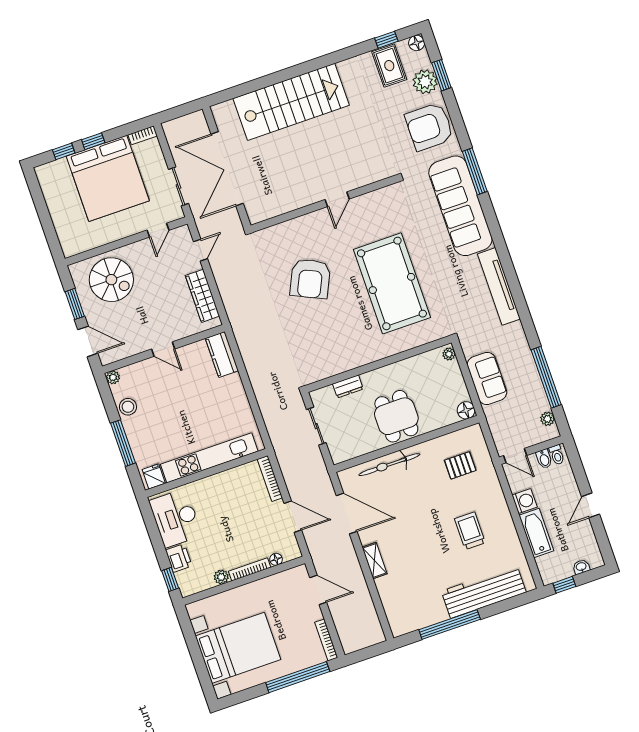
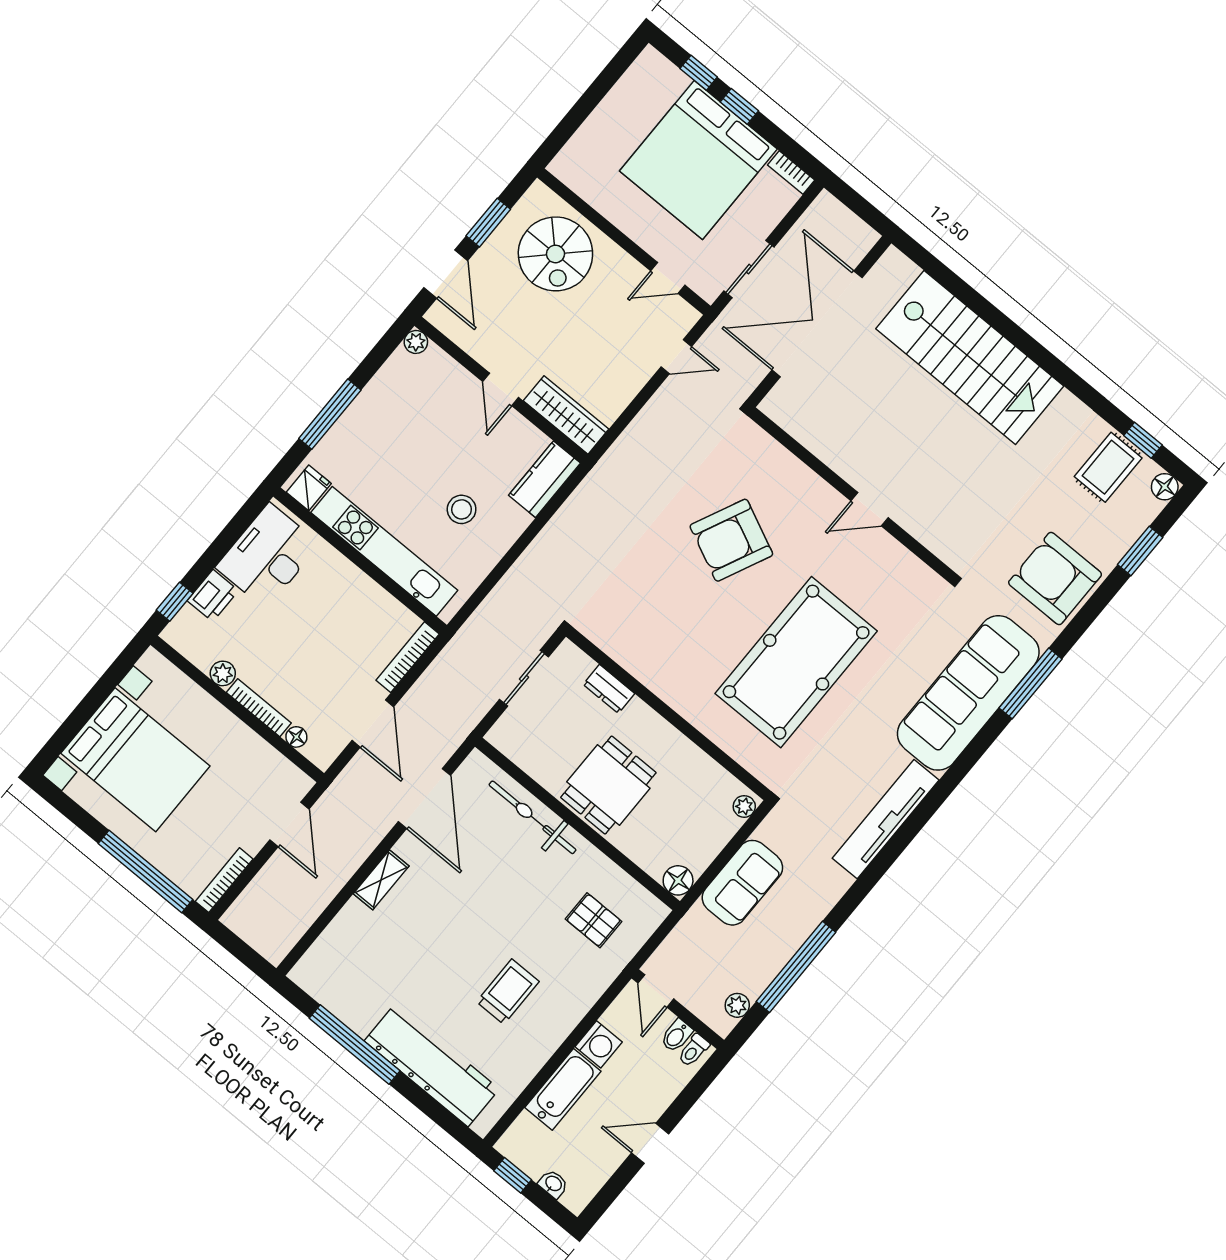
plant: (425, 82) -> (1116, 533), removed
wardrobe: (202, 296) -> (566, 415), moved, turned 90
stool: (128, 407) -> (462, 509), moved

